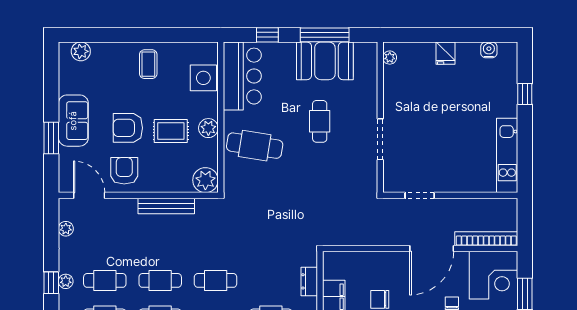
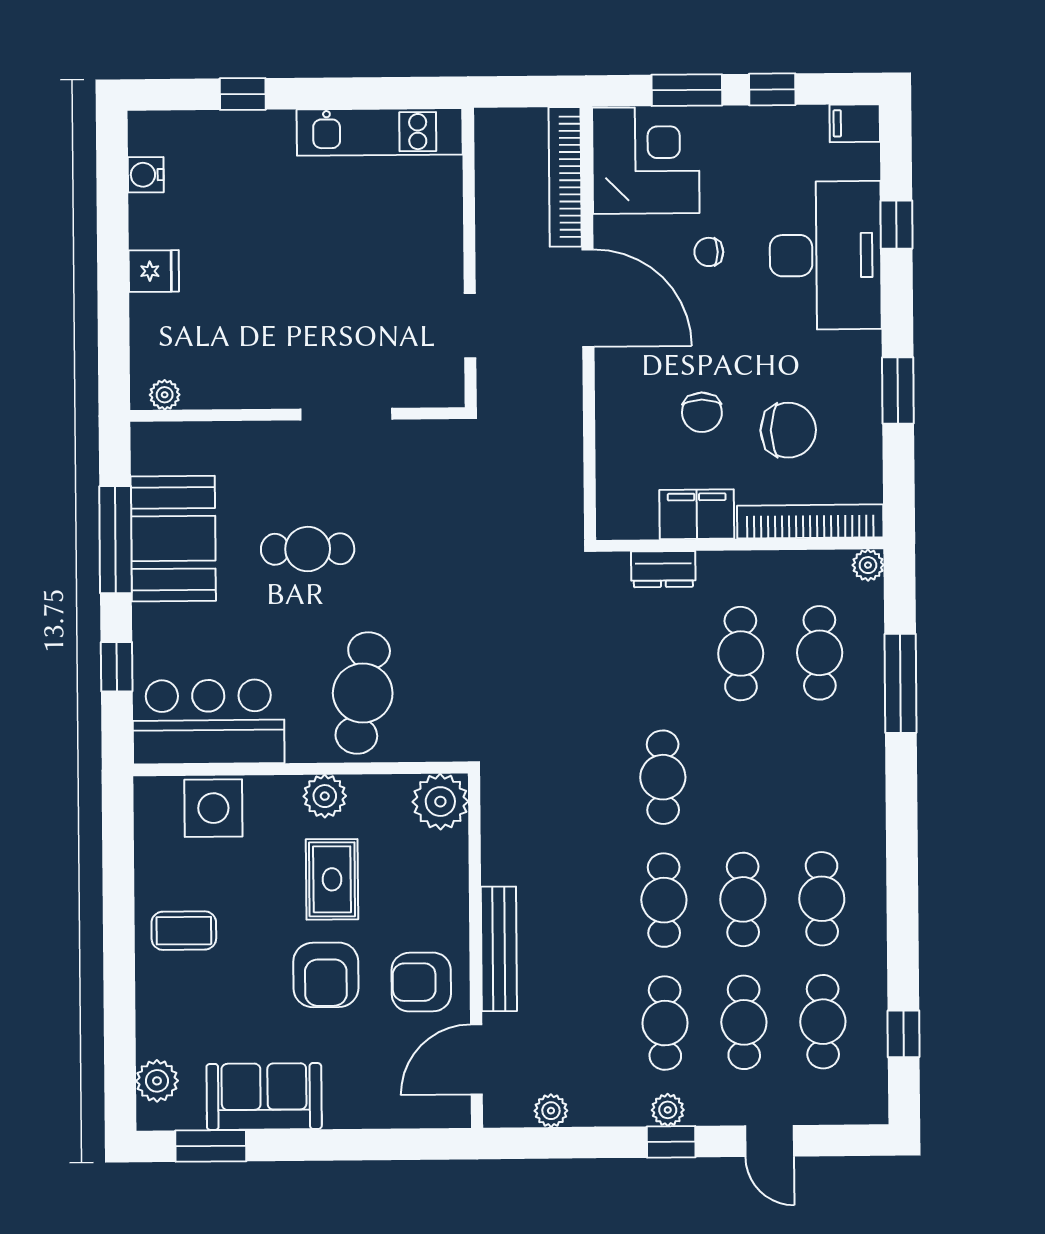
sofa: (73, 121) -> (264, 1096), moved
window: (51, 138) -> (211, 1146), moved
bench: (166, 206) -> (499, 949), moved

